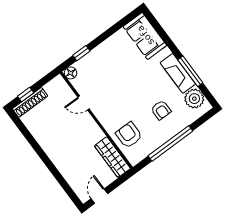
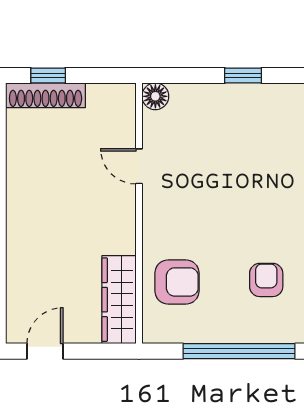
window: (81, 53) -> (243, 75), moved
armchair: (161, 110) -> (266, 280), turned 180
armchair: (129, 135) -> (177, 282), turned 90

